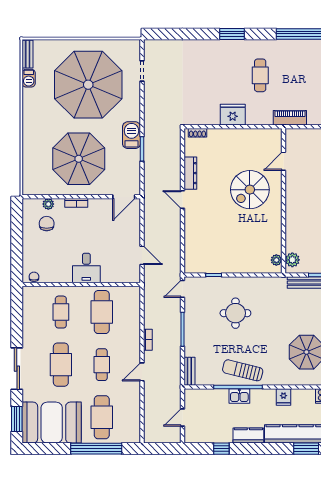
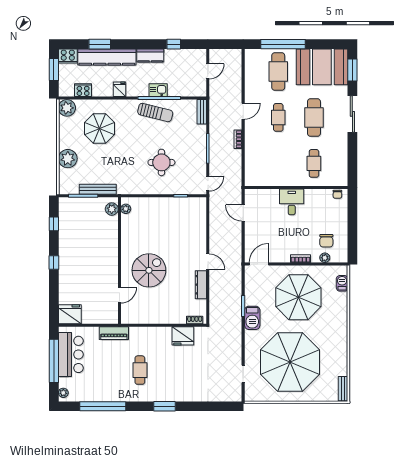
barbecue: (29, 78) -> (342, 283), moved
fridge: (233, 115) -> (183, 336), moved
cafe table: (102, 312) -> (278, 163), removed

